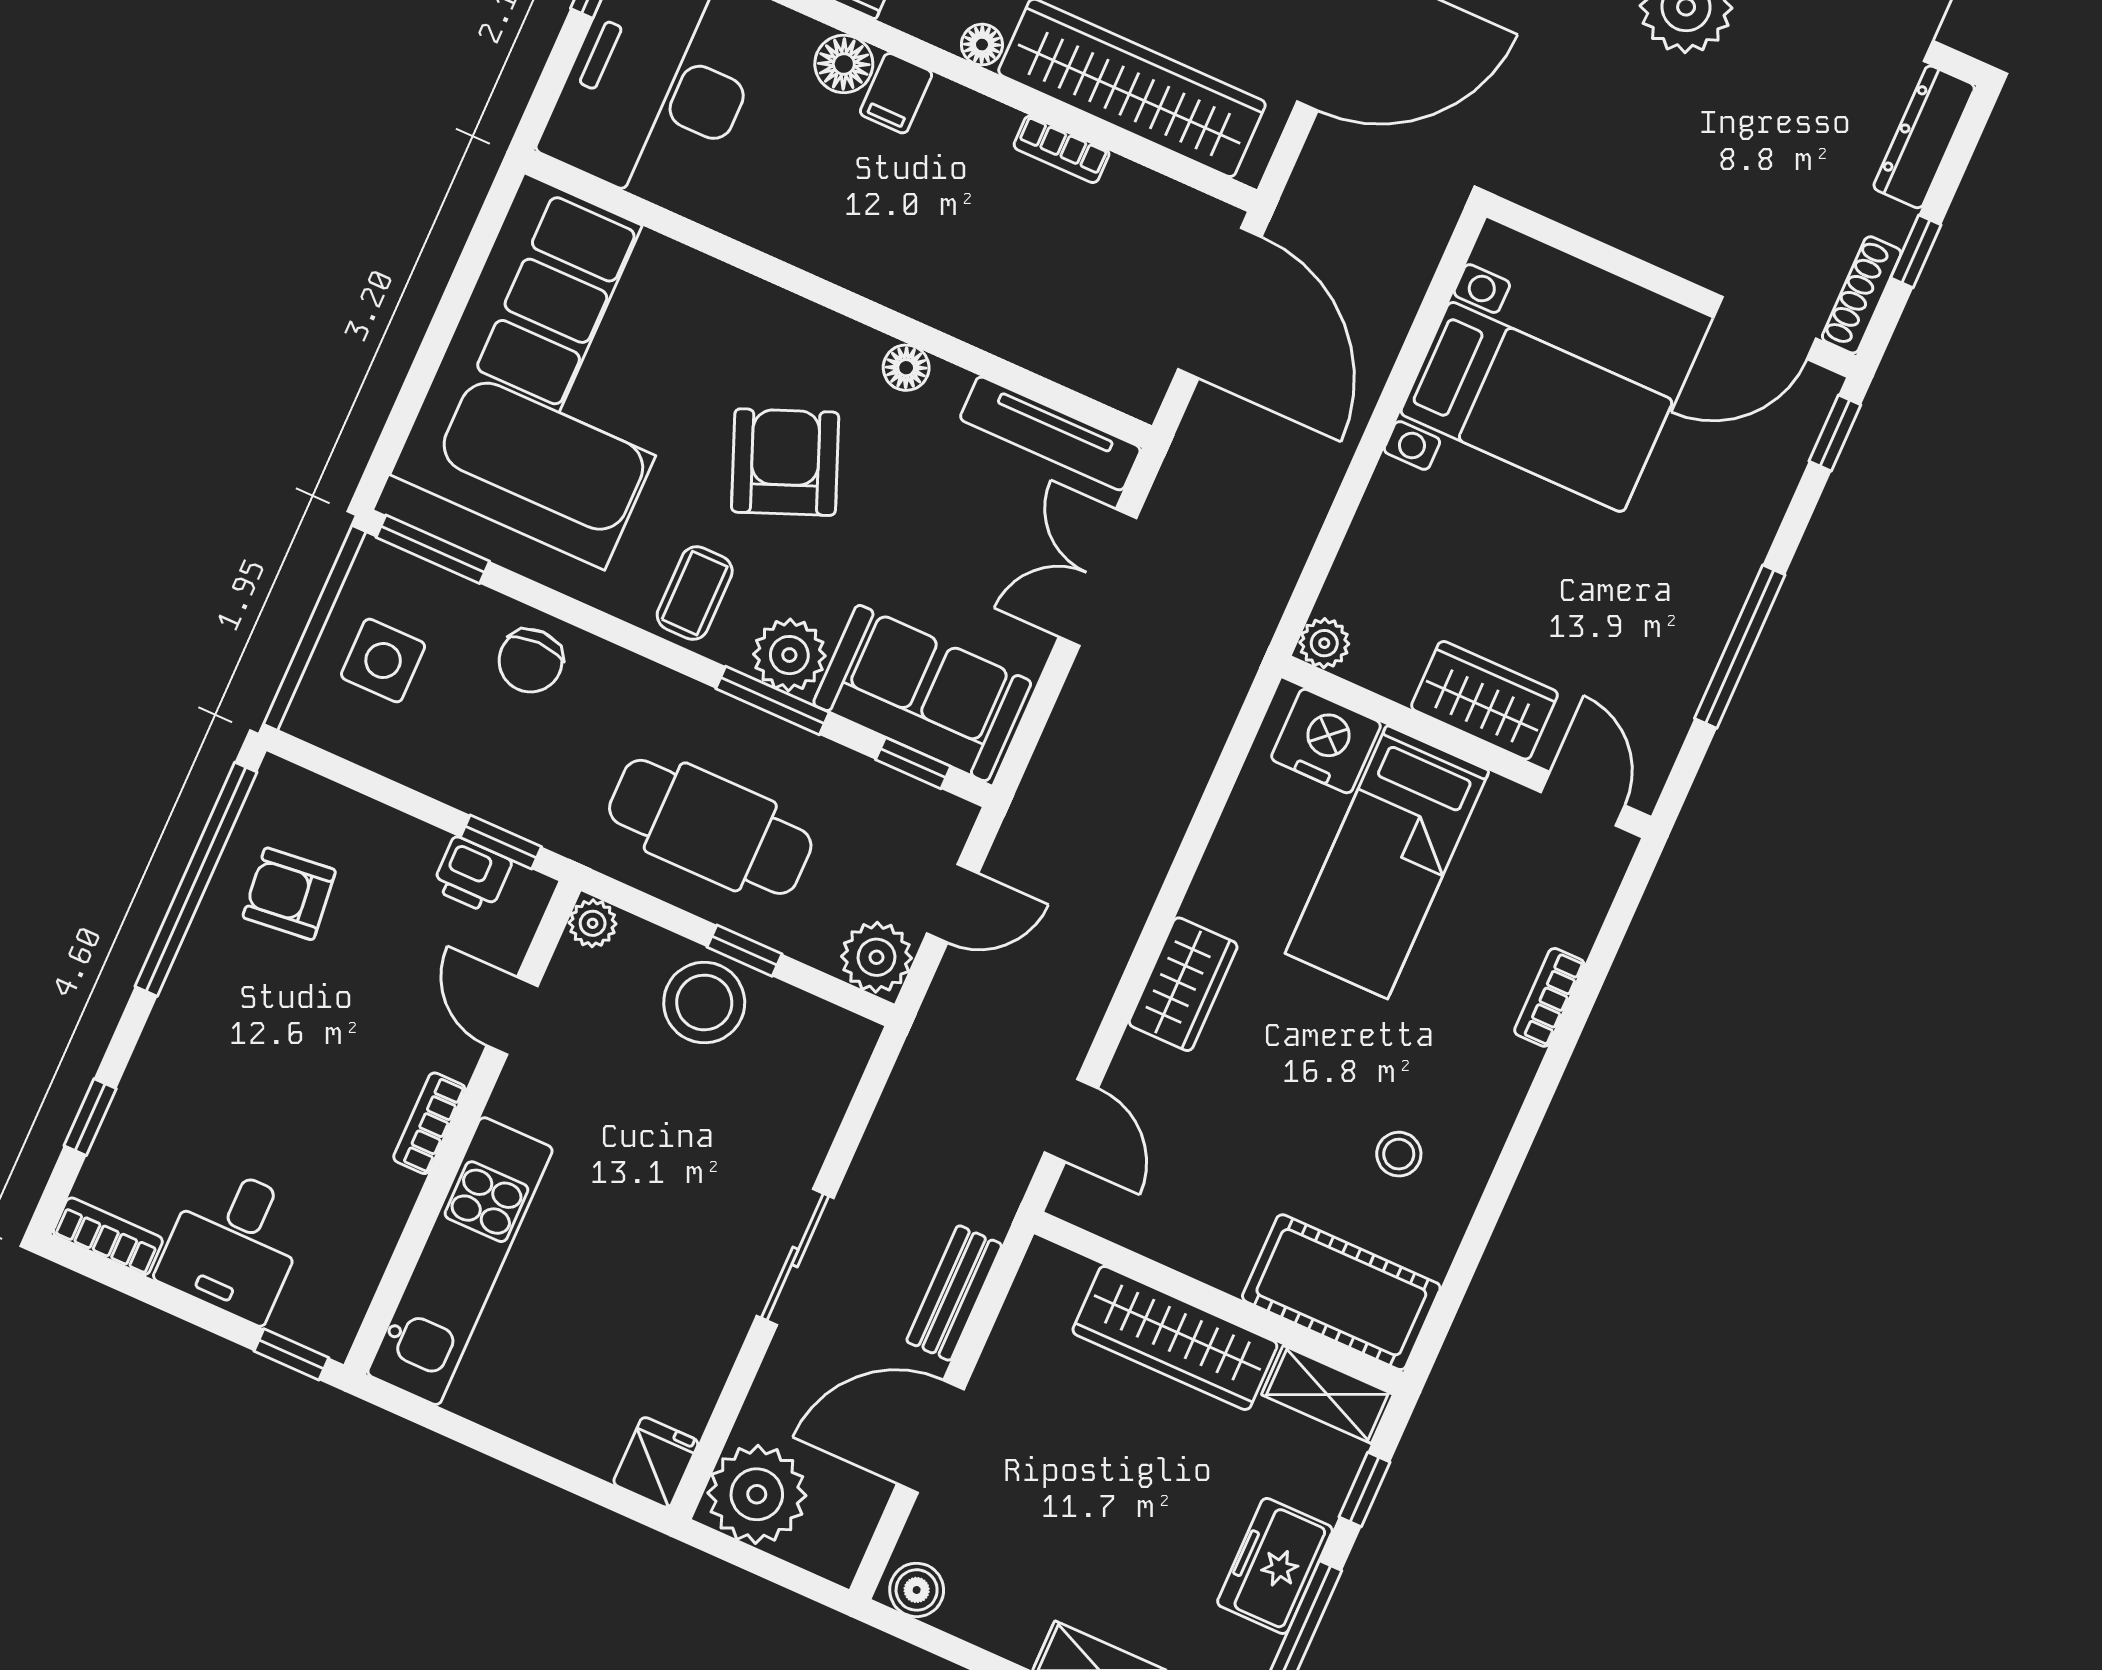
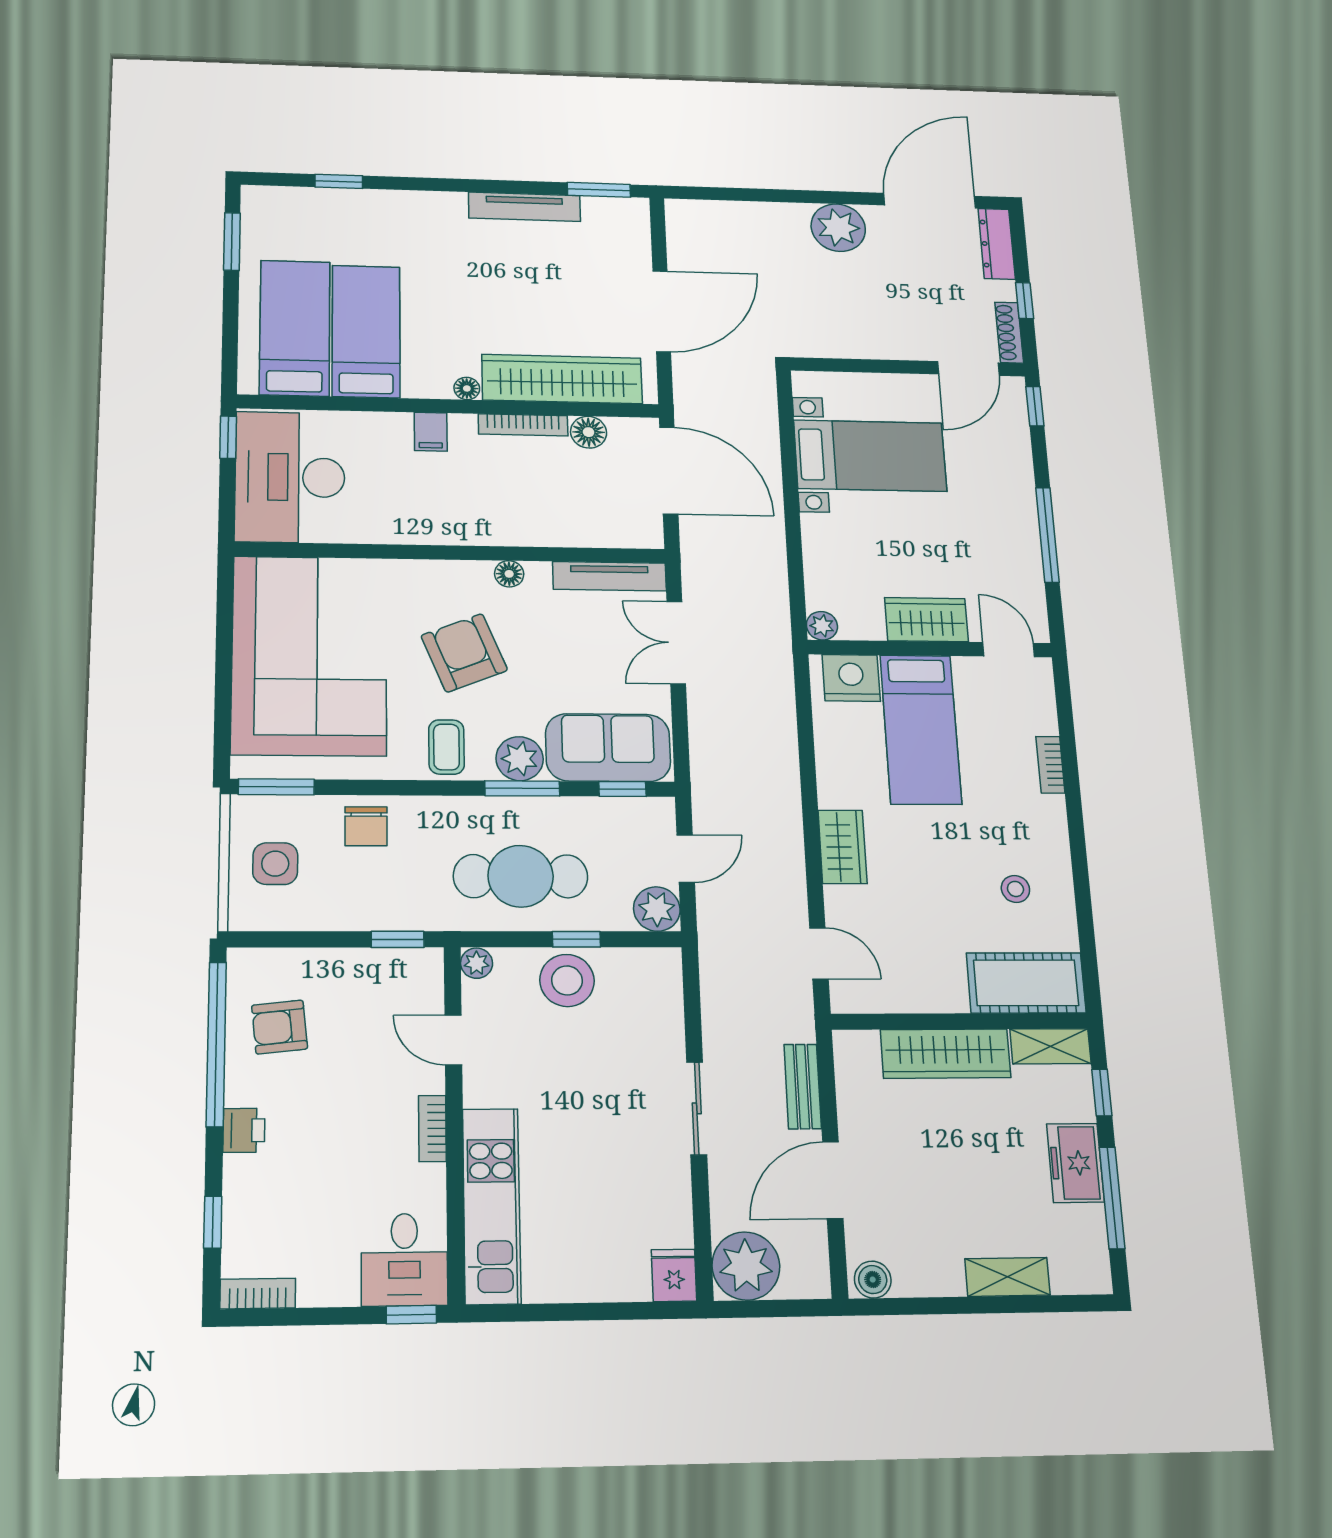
floor lamp: (844, 64) -> (589, 432), moved
bookcase: (1062, 149) -> (523, 425), width x1.56
printer: (472, 875) -> (244, 1130), moved, turned -90
desk: (234, 1244) -> (404, 1260), moved

